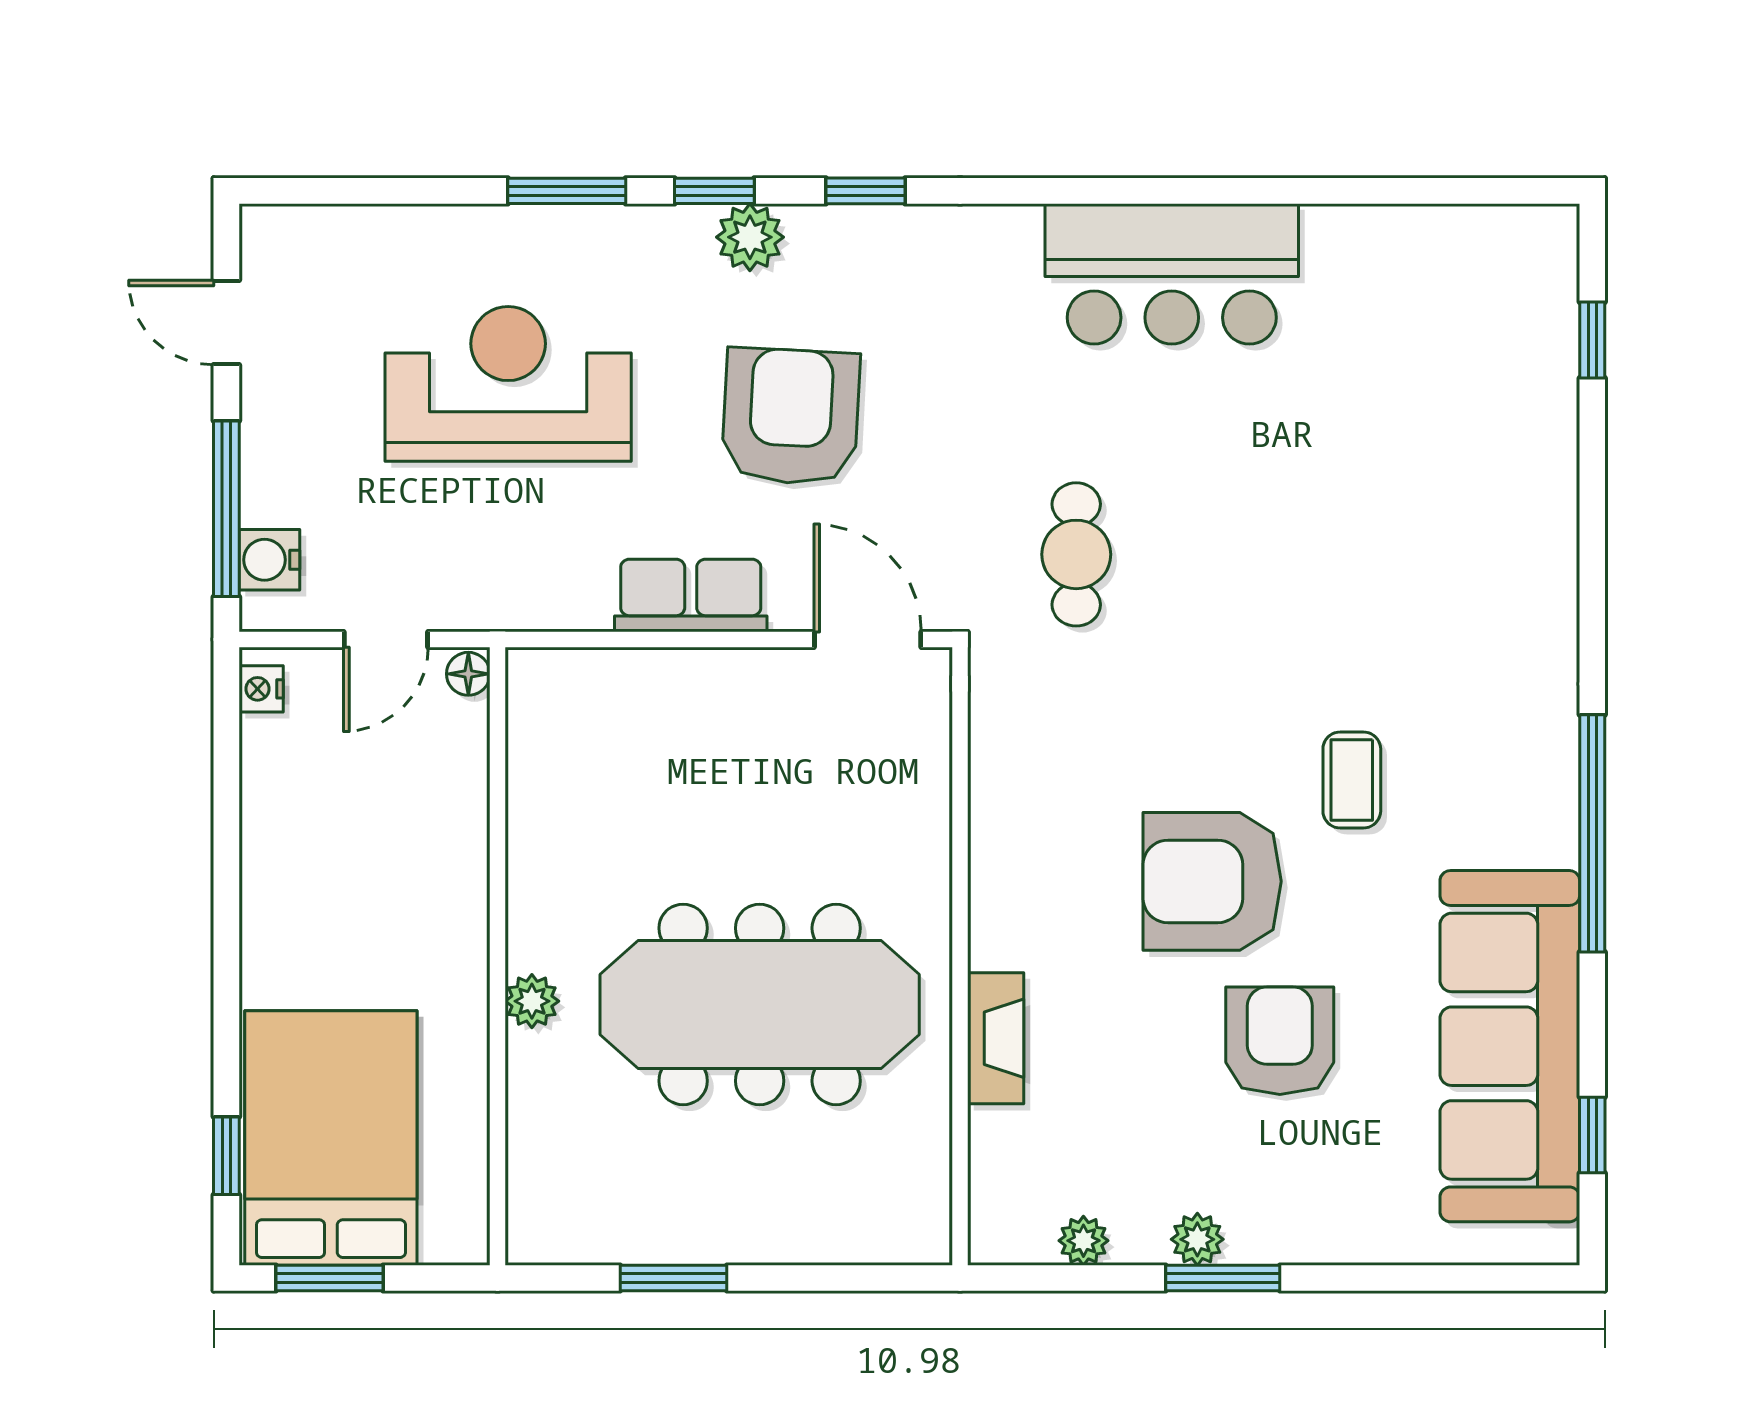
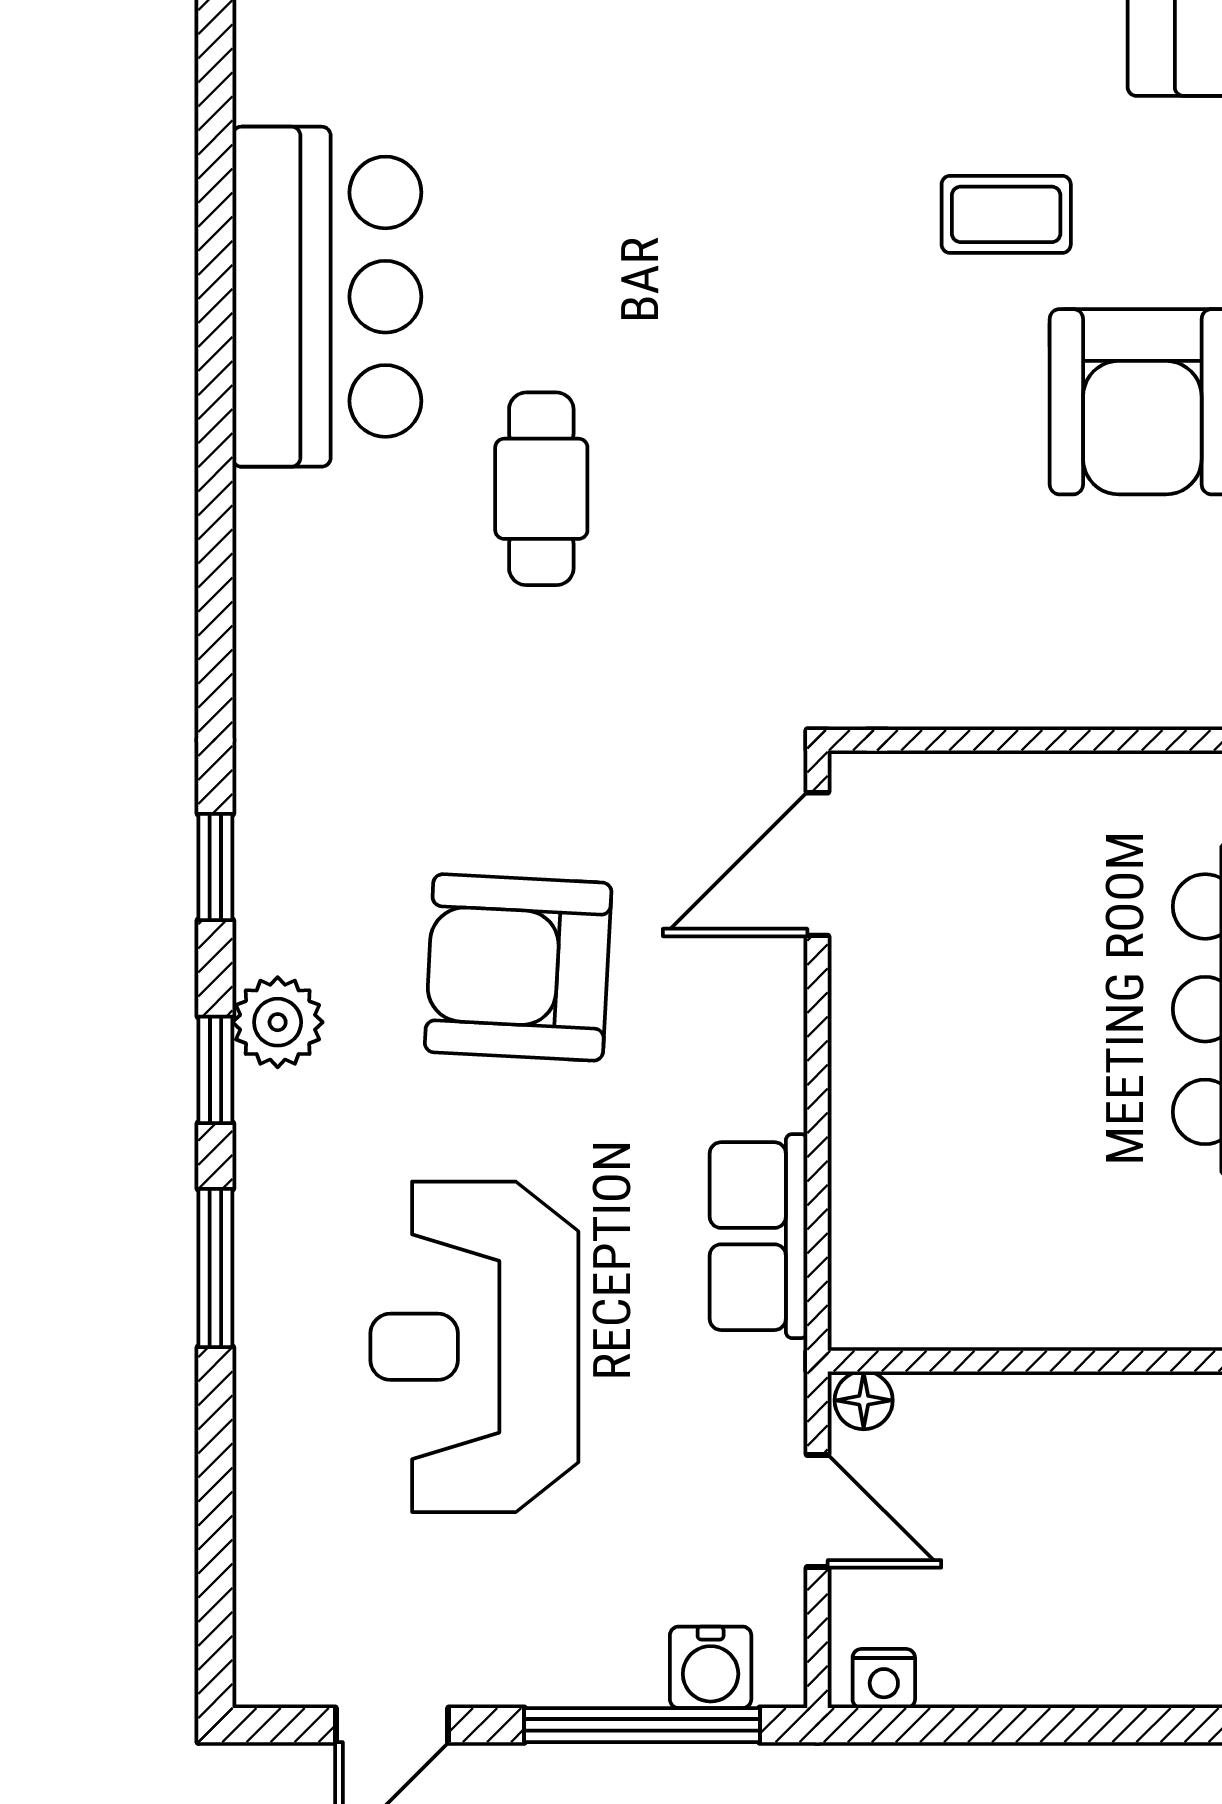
bar counter: (1172, 274) -> (327, 297), moved
cafe table: (1076, 554) -> (541, 489), moved, turned 90
row of seats: (691, 595) -> (758, 1236), moved

